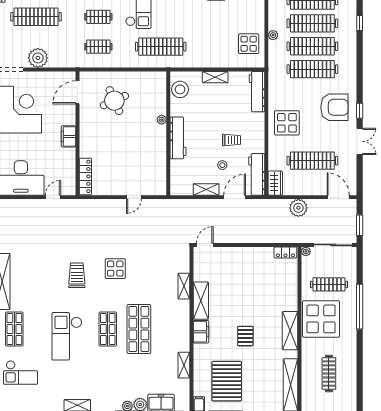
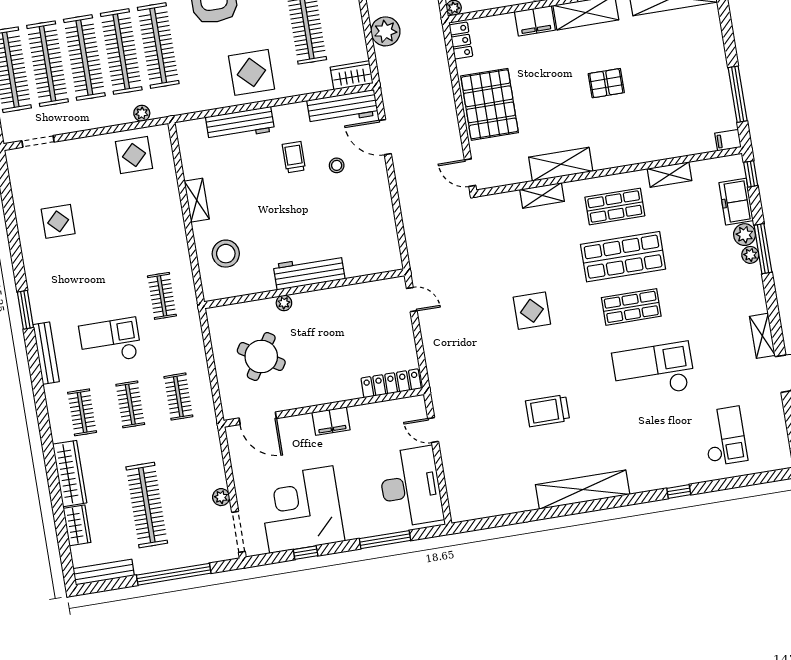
plant: (273, 35) -> (142, 113), moved
clothes rail: (161, 47) -> (162, 296), width x0.54, depth x0.76
plant: (38, 58) -> (221, 497), width x0.53, depth x0.53
workbench: (257, 92) -> (240, 124), moved
round table: (114, 101) -> (261, 357), turned -34
plant: (162, 120) -> (284, 303), moved
wall: (168, 133) -> (304, 289), moved
workbench: (178, 138) -> (309, 272), moved
shelving: (206, 189) -> (380, 185), removed
trolley: (77, 275) -> (548, 411), moved
shop shelf: (14, 329) -> (615, 206), moved
filing cabinet: (201, 332) -> (535, 21), moved, turned 180
checkout: (67, 336) -> (654, 371), turned 180
pallet: (227, 381) -> (490, 104), moved, turned 90

